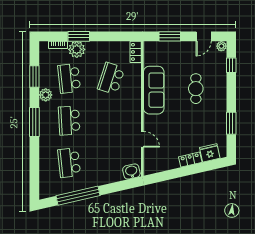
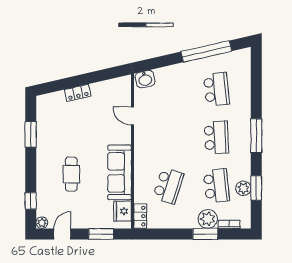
plant: (46, 95) -> (243, 188), moved
fridge: (210, 153) -> (123, 211), moved, turned 103

